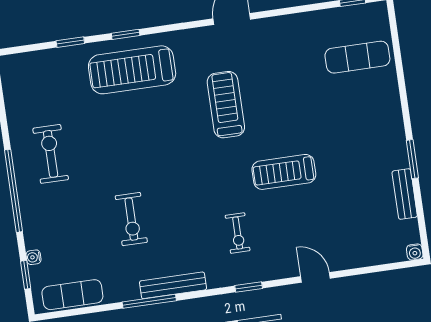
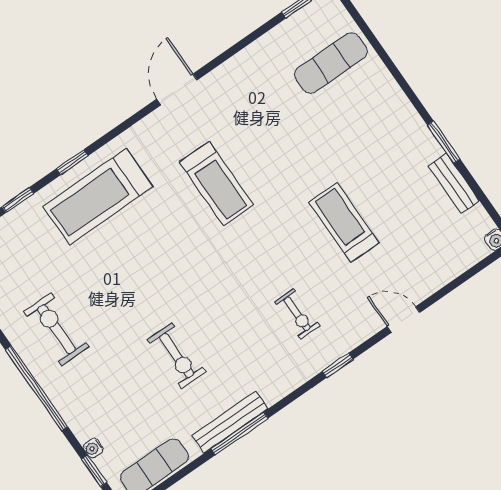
treadmill: (226, 105) -> (216, 184), turned 180
treadmill: (284, 172) -> (344, 223), moved, turned 90
bench: (173, 285) -> (230, 422), moved

